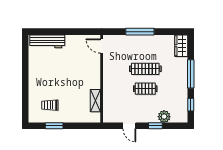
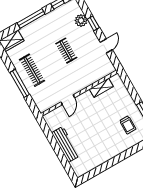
workbench: (47, 41) -> (66, 144), moved
door: (102, 46) -> (68, 100), moved
clothes rail: (145, 69) -> (32, 70), moved

